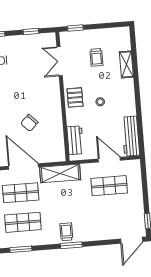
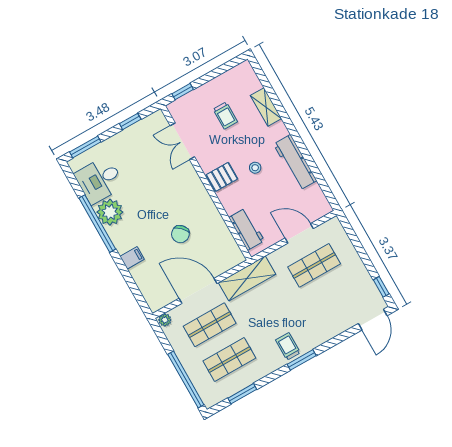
pallet: (75, 97) -> (222, 177), turned 90
workbench: (131, 136) -> (295, 162), moved

